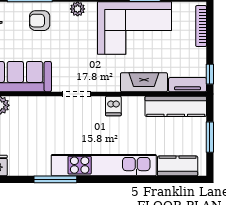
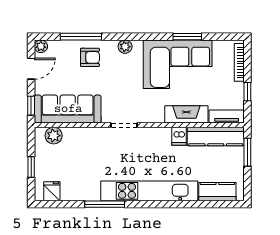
armchair: (40, 21) -> (90, 57), turned 180
window: (210, 74) -> (247, 92), moved
dishwasher: (113, 106) -> (179, 136), moved
window: (210, 137) -> (247, 152), moved

